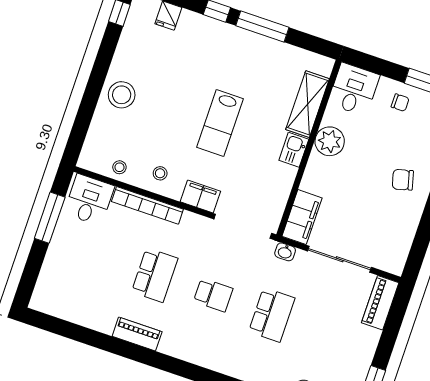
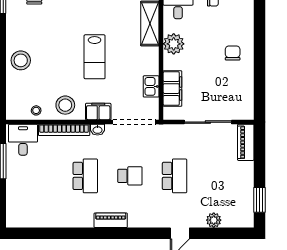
kitchen sink: (294, 150) -> (151, 86), moved
stool: (160, 173) -> (65, 105), width x1.89, depth x1.89
chair: (403, 180) -> (233, 53), turned 105
filing cabinet: (302, 217) -> (172, 89), moved
washbasin: (285, 252) -> (98, 130), moved
piano: (137, 334) -> (111, 220), moved

